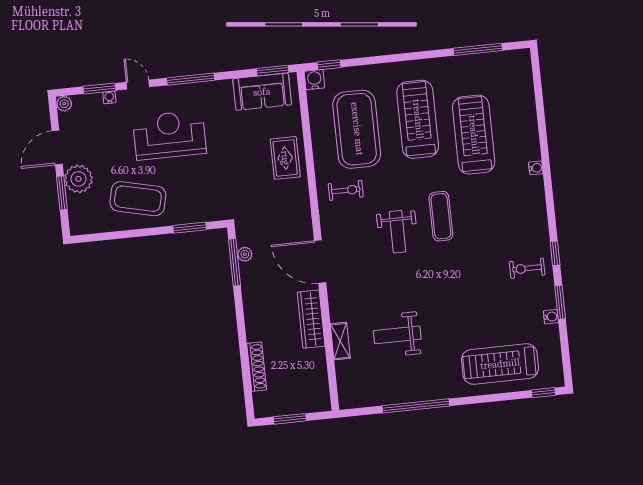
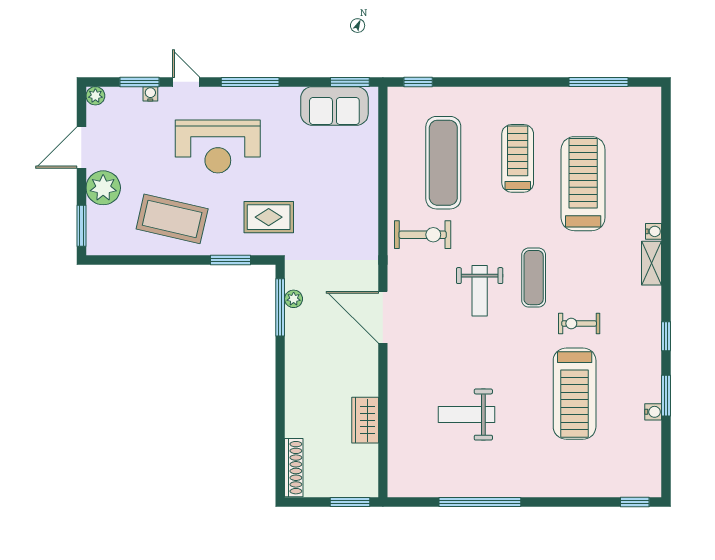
water cooler: (314, 80) -> (399, 98), removed
treadmill: (418, 119) -> (518, 158), width x0.73, depth x0.73
exercise mat: (357, 129) -> (443, 163), width x0.68
reception desk: (169, 135) -> (218, 146), turned 180
rug: (285, 158) -> (269, 217), moved, turned 90
exercise bike: (346, 190) -> (423, 235), width x1.38, depth x1.39
window: (62, 193) -> (81, 226), moved
exercise bike: (527, 268) -> (579, 324), moved
wardrobe: (311, 319) -> (365, 420), moved, width x0.67
shelving: (340, 341) -> (652, 263), moved
treadmill: (500, 364) -> (575, 394), moved, turned -90
shoe rack: (257, 367) -> (294, 468), moved
window: (290, 419) -> (350, 502), moved

